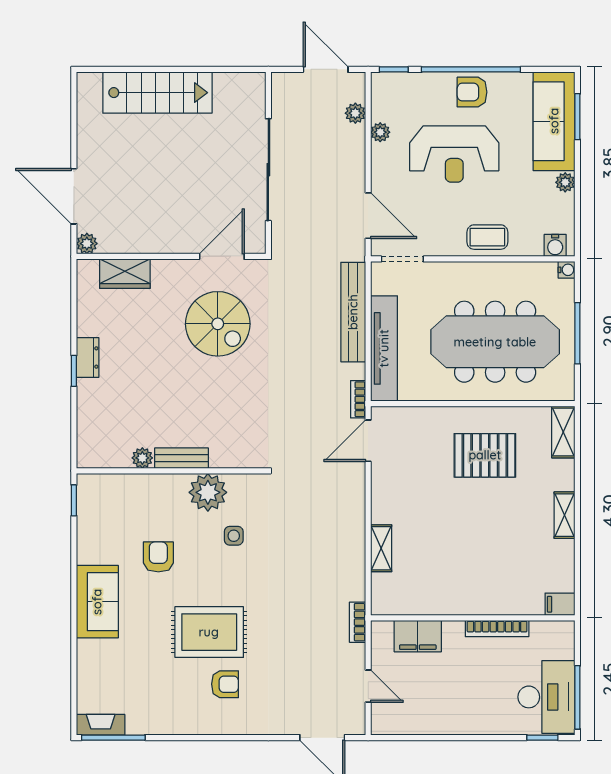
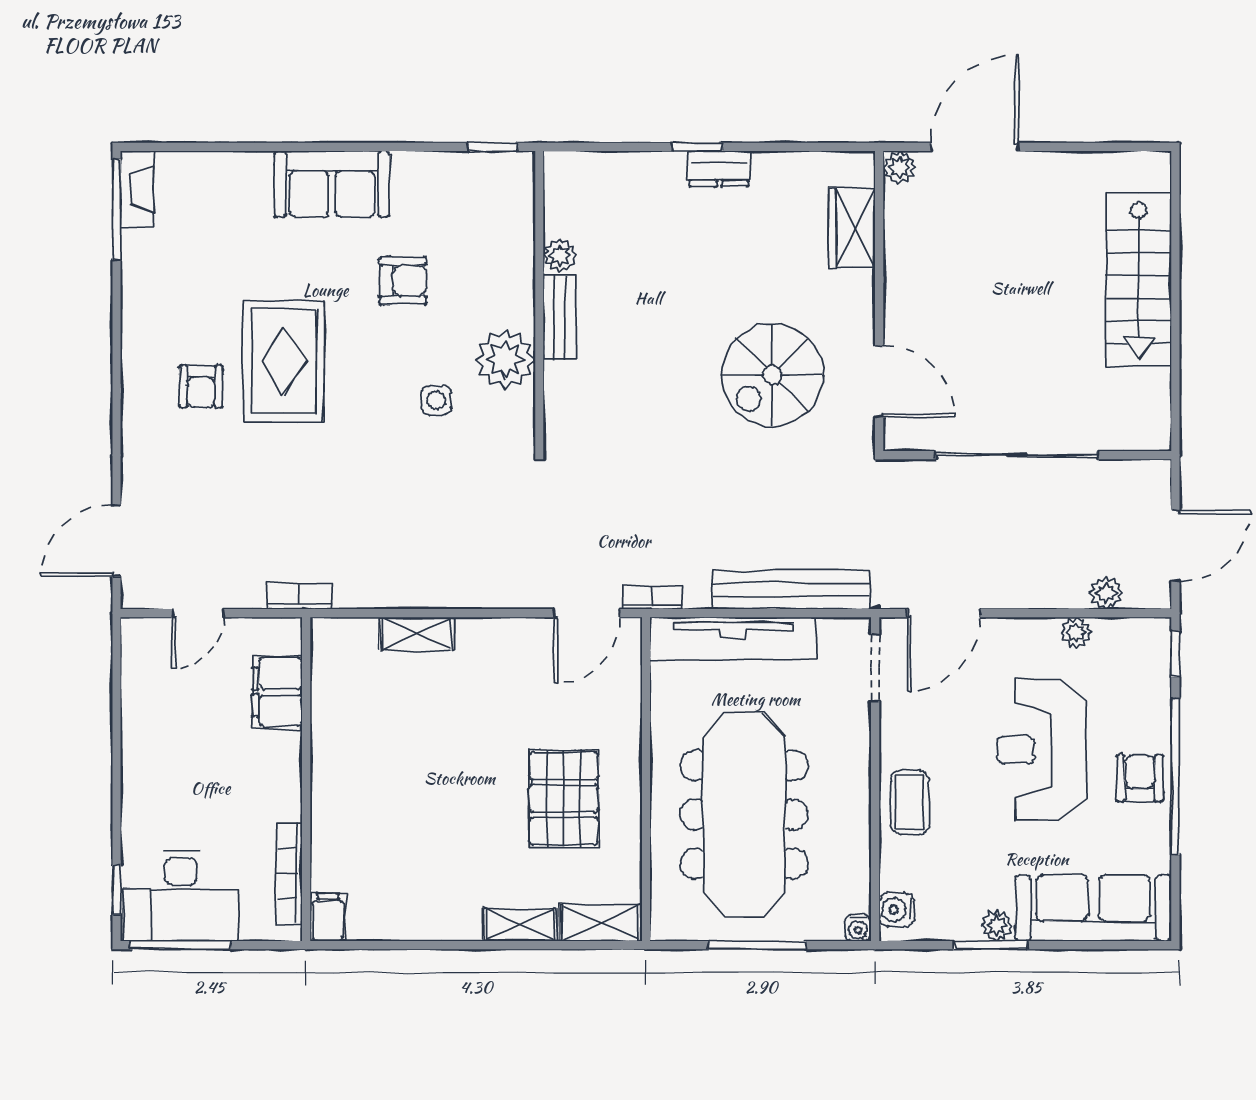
window: (577, 117) -> (990, 945), moved
door: (368, 441) -> (587, 613), swing flipped
shelving: (565, 515) -> (520, 925), moved
bookcase: (497, 629) -> (289, 873), moved

